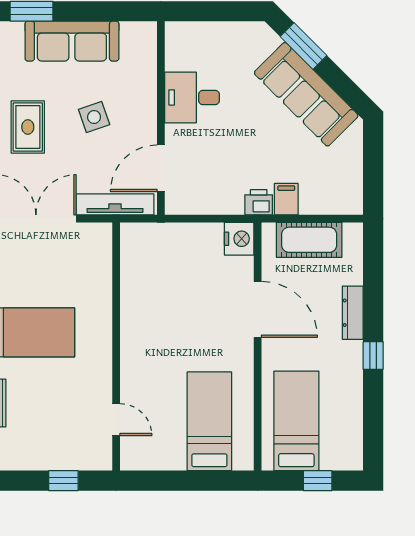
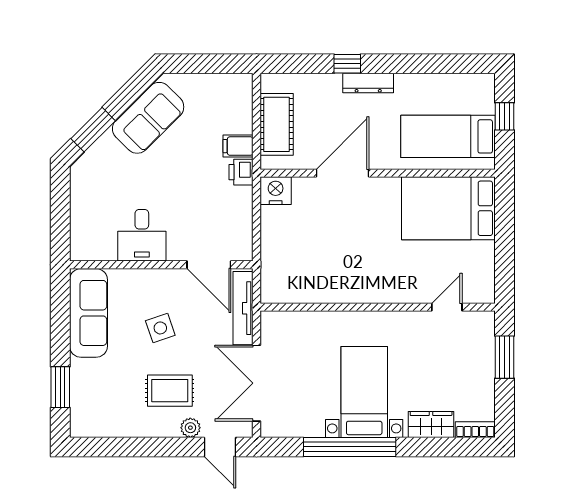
sofa: (72, 41) -> (88, 313), moved
sofa: (306, 94) -> (148, 118), width x0.73
dresser: (353, 313) -> (368, 83), moved
window: (373, 356) -> (347, 64), moved
bed: (209, 421) -> (448, 208), width x1.50
window: (63, 481) -> (504, 357), width x1.50

